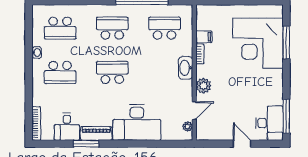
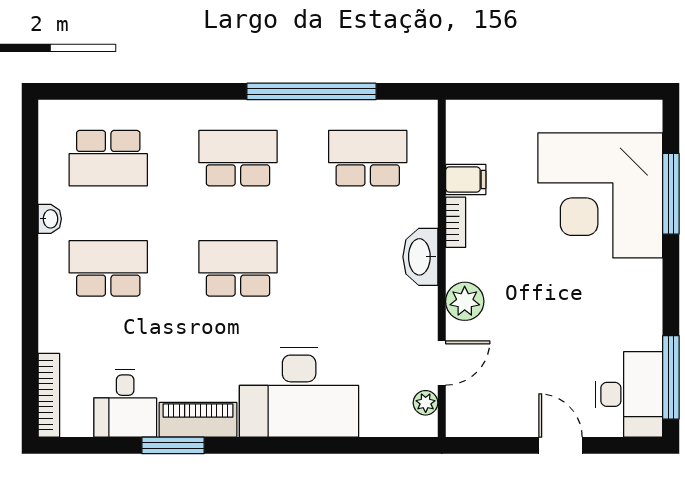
school desk: (60, 72) -> (108, 268), turned 180

